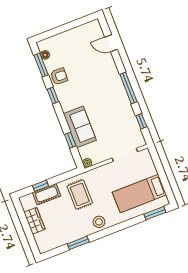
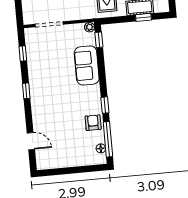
window: (41, 65) -> (108, 139), width x1.44
armchair: (59, 76) -> (93, 123), turned 88
window: (128, 88) -> (26, 91), width x0.46
window: (70, 140) -> (99, 40), moved

